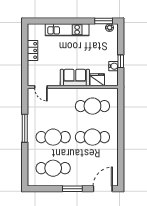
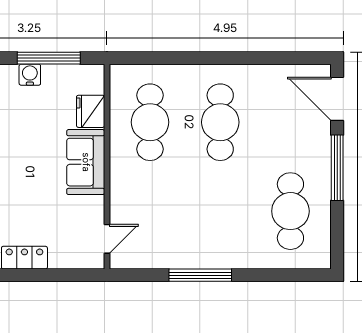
window: (121, 61) -> (49, 58), width x2.17
water cooler: (113, 66) -> (30, 75), moved
cafe table: (53, 137) -> (220, 211), removed
window: (72, 189) -> (337, 168), width x1.44

